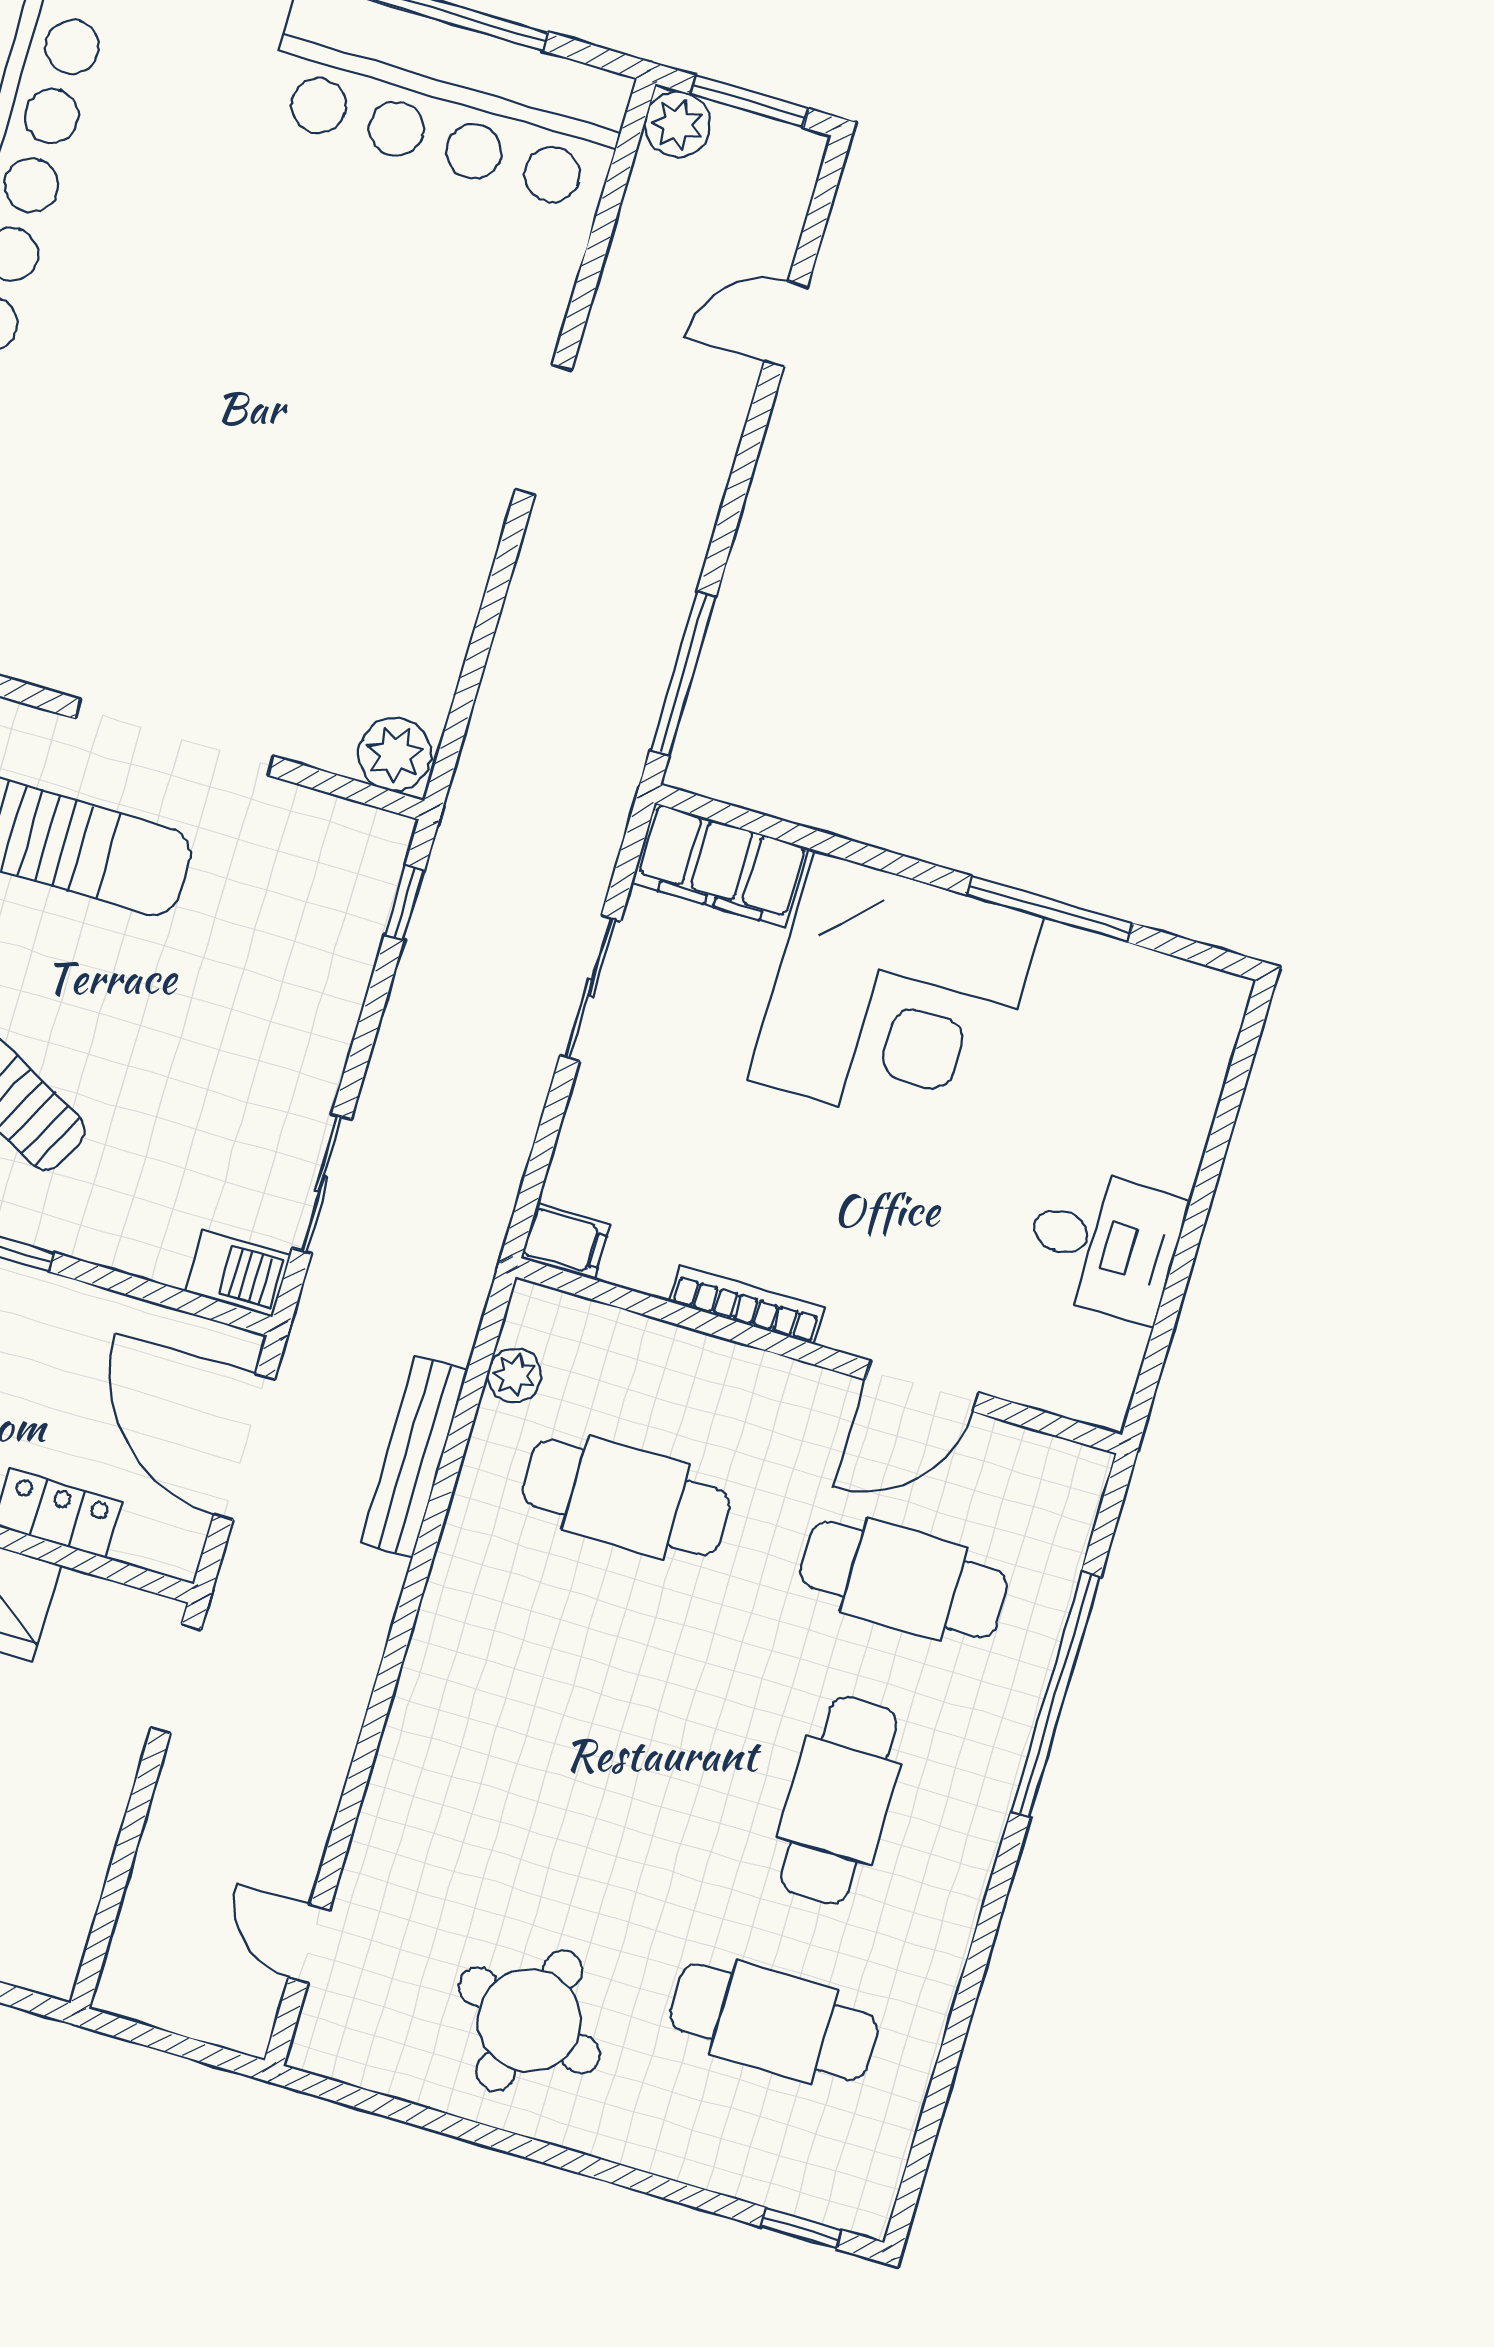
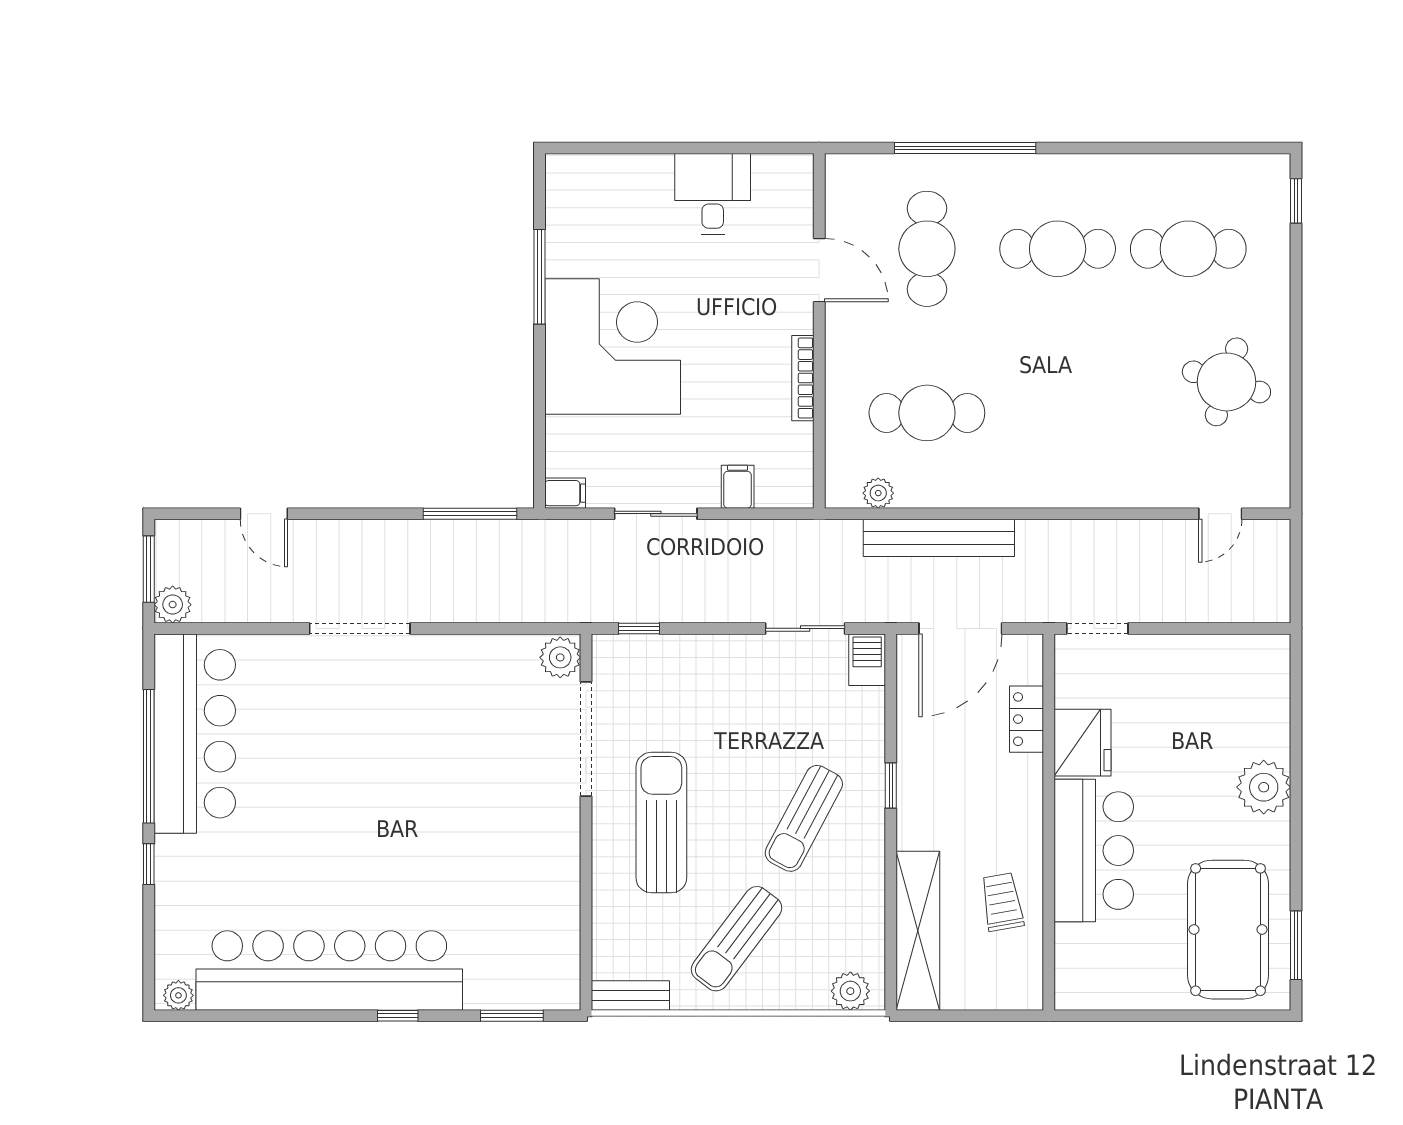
doorway: (544, 429) -> (360, 628), width x1.36
doorway: (174, 737) -> (586, 739), moved
filing cabinet: (720, 866) -> (565, 493), width x0.33, depth x0.86
filing cabinet: (566, 1242) -> (738, 487), moved
bench: (414, 1457) -> (939, 538), width x1.37, depth x1.21
cafe table: (626, 1497) -> (927, 413), turned 90
cafe table: (774, 2022) -> (1188, 249), turned 90

